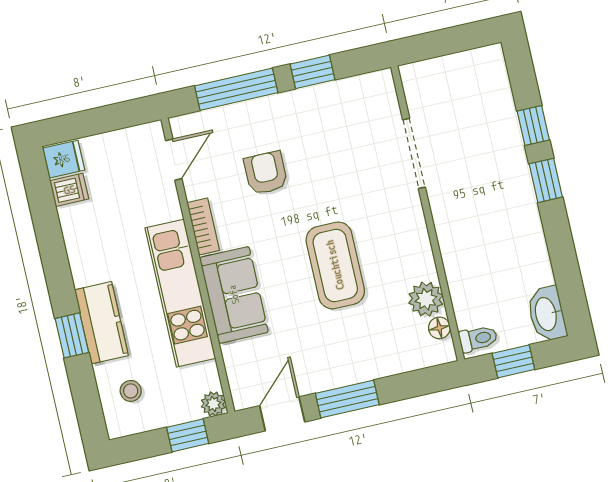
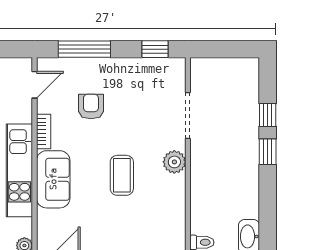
window: (313, 72) -> (155, 49), moved
coffee table: (335, 265) -> (122, 175), width x0.73, depth x0.76
plant: (426, 299) -> (174, 162), moved
floor lamp: (439, 328) -> (179, 230), removed

